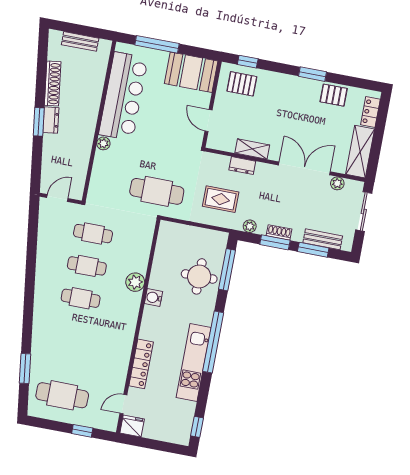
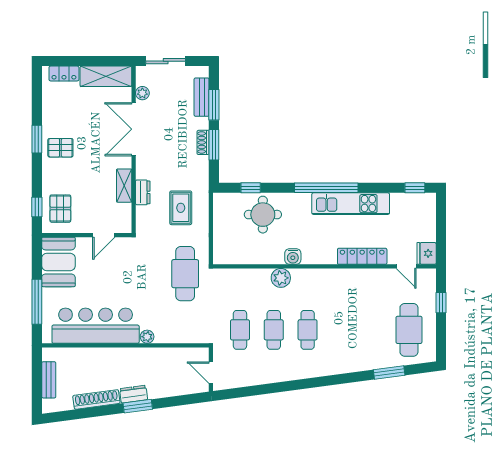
pallet: (334, 95) -> (60, 148), moved, turned 90
plant: (250, 226) -> (202, 173), removed
window: (227, 270) -> (251, 188), width x0.46

